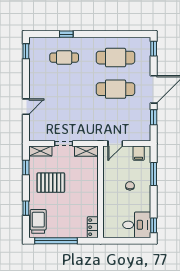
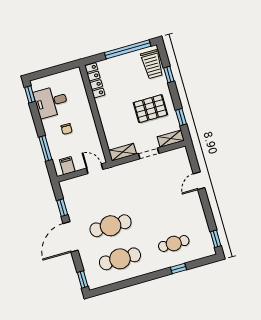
door: (115, 143) -> (95, 169), hinge flipped
desk: (137, 225) -> (51, 102), moved
locker: (93, 227) -> (95, 80), width x1.53

